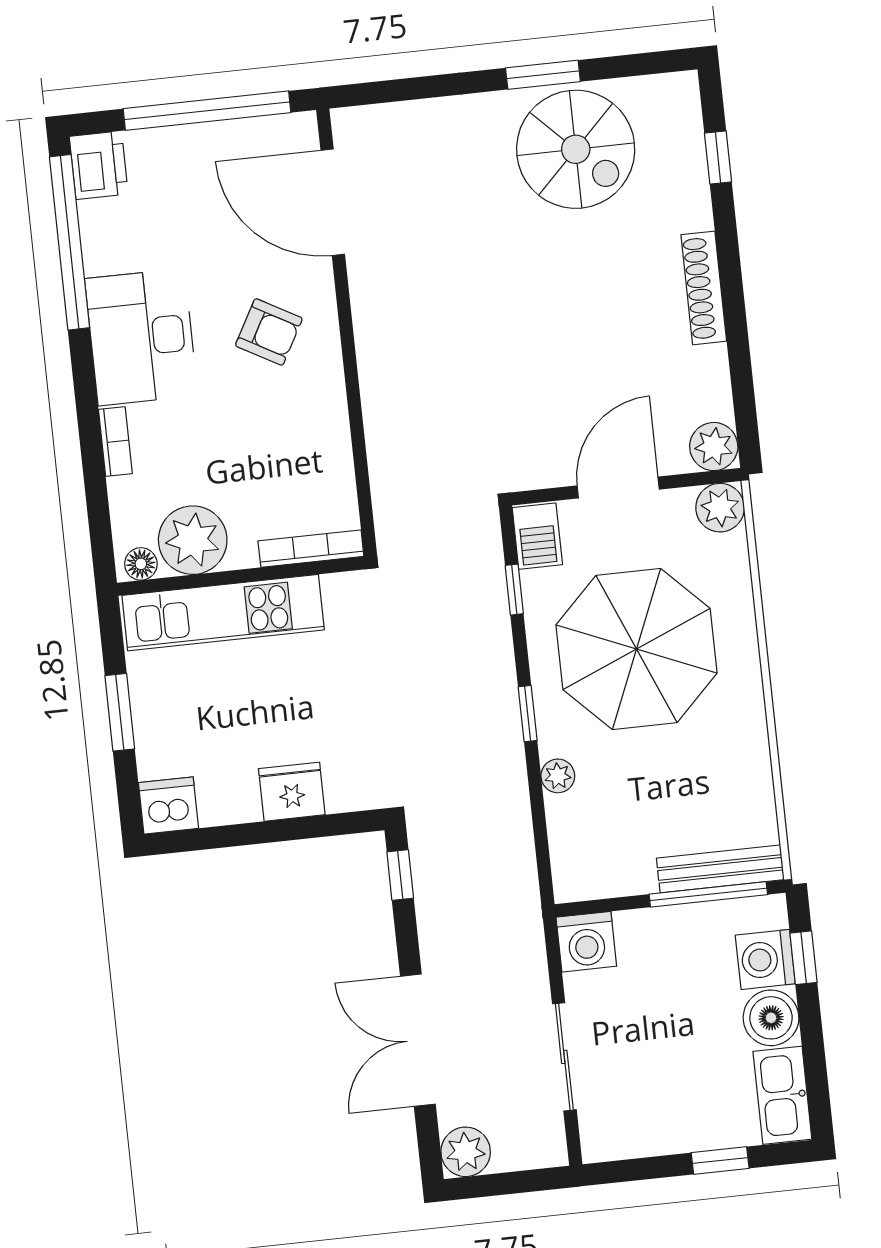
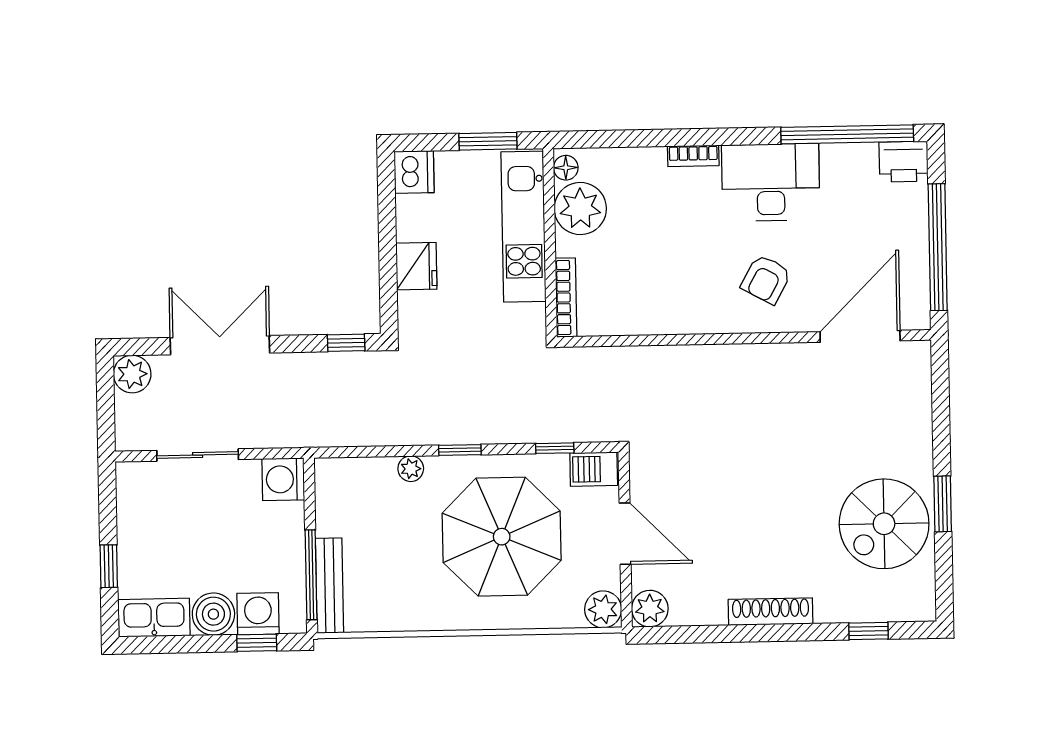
plant: (193, 540) -> (580, 208), moved
bookcase: (311, 549) -> (566, 297), moved
floor lamp: (141, 564) -> (566, 168), moved
wall: (241, 576) -> (550, 243), moved
kitchen unit: (223, 613) -> (523, 227), moved

